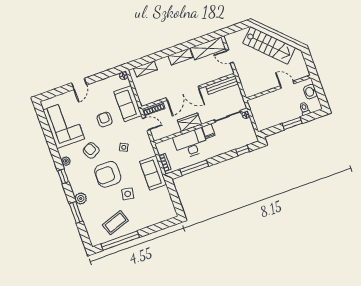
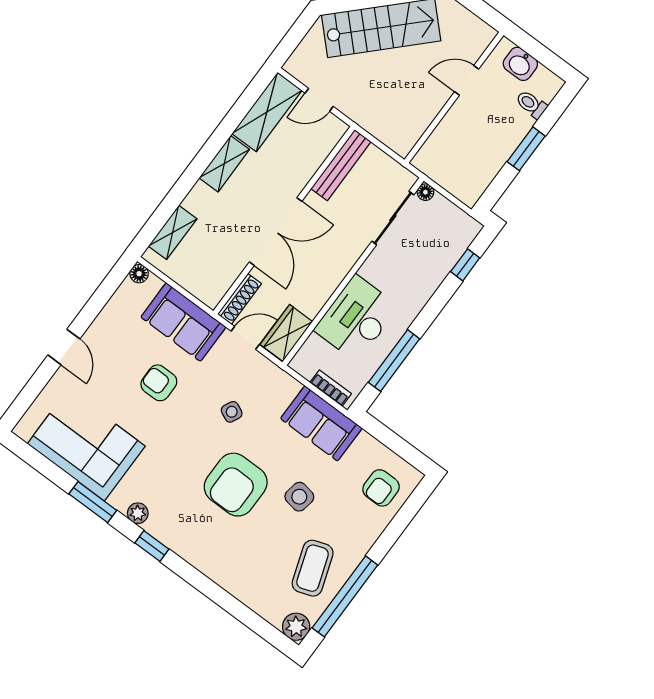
wardrobe: (190, 122) -> (286, 333), moved
filing cabinet: (209, 131) -> (375, 271), removed
armchair: (91, 150) -> (381, 488), moved, turned -63
plant: (81, 198) -> (296, 627), moved
window: (76, 212) -> (93, 502), moved

